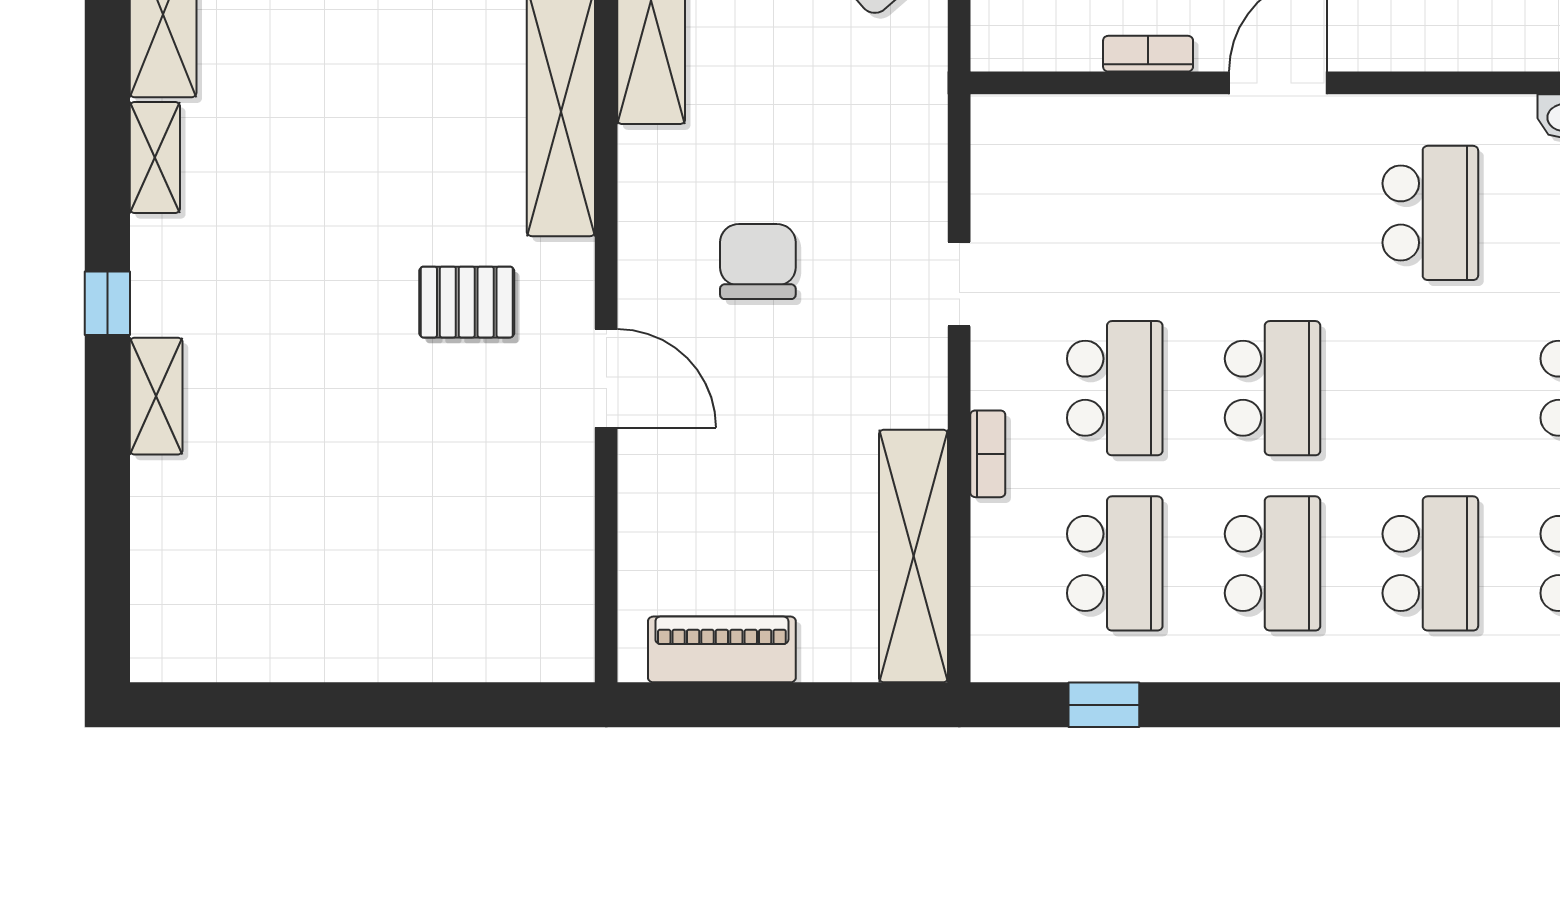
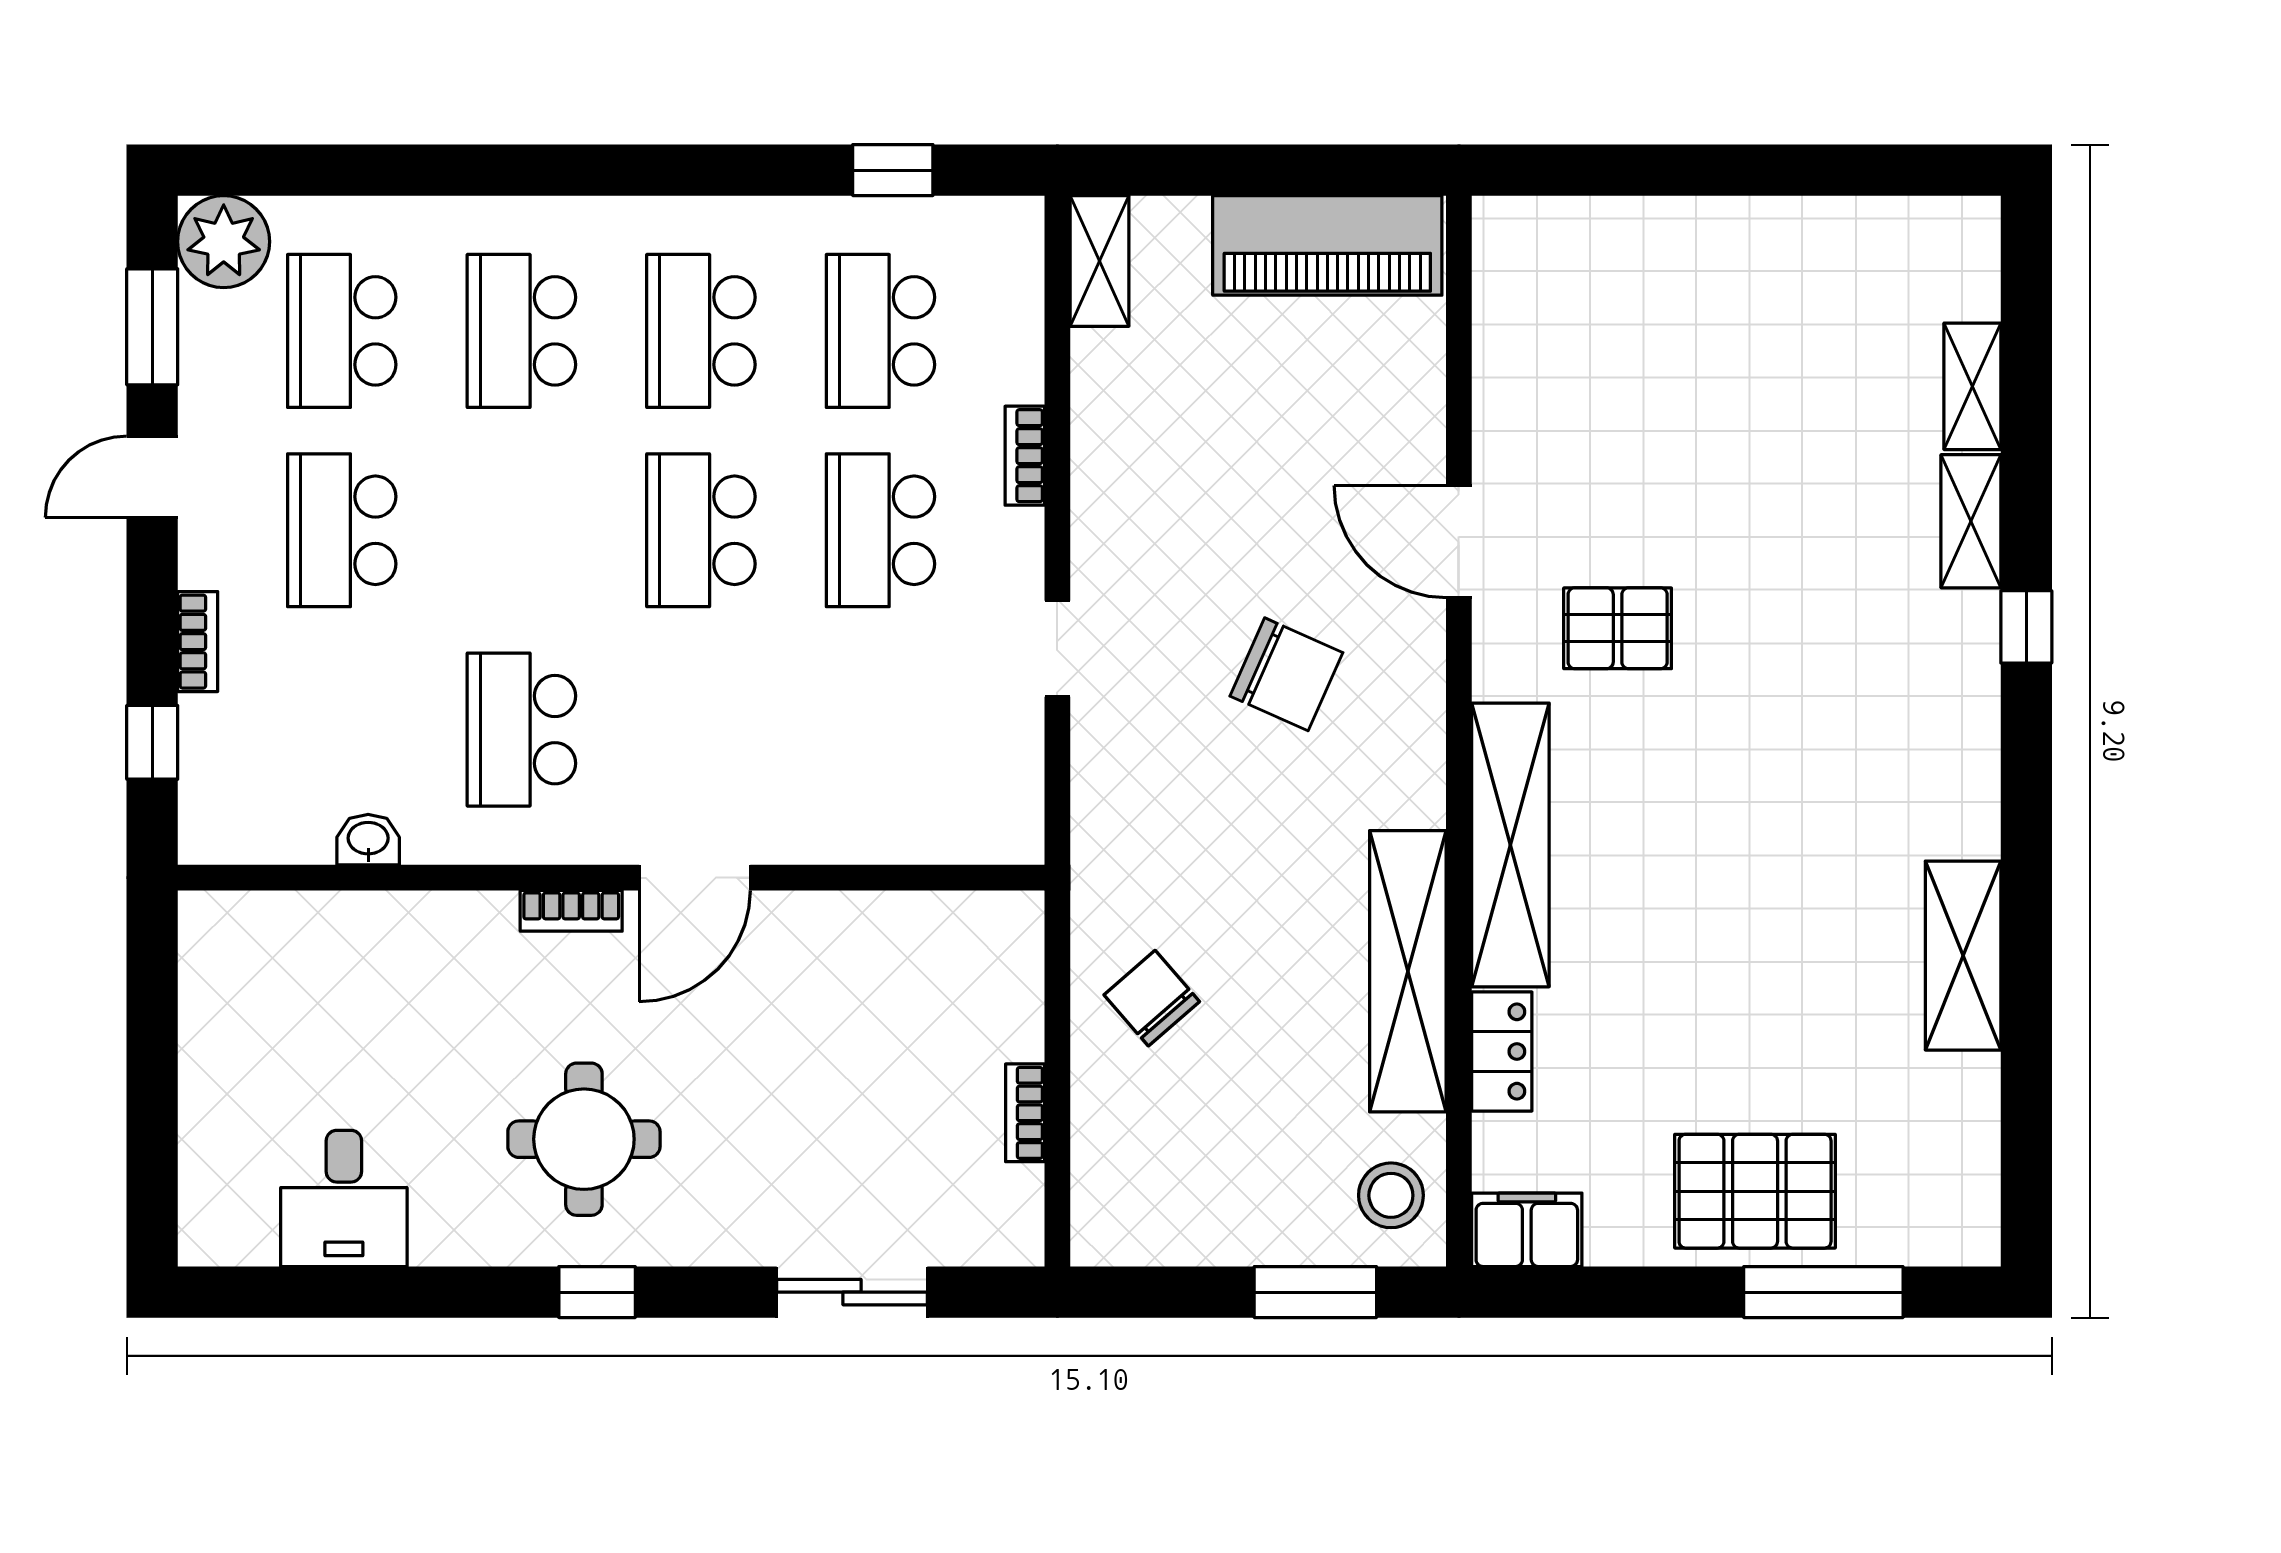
bookcase: (1148, 54) -> (571, 911), moved
shelving: (155, 157) -> (1972, 386), moved
chair: (758, 262) -> (1286, 674), turned -66
shelving: (914, 556) -> (1100, 261), width x0.45, depth x0.75
piano: (722, 649) -> (1327, 245), width x1.37, depth x1.33

